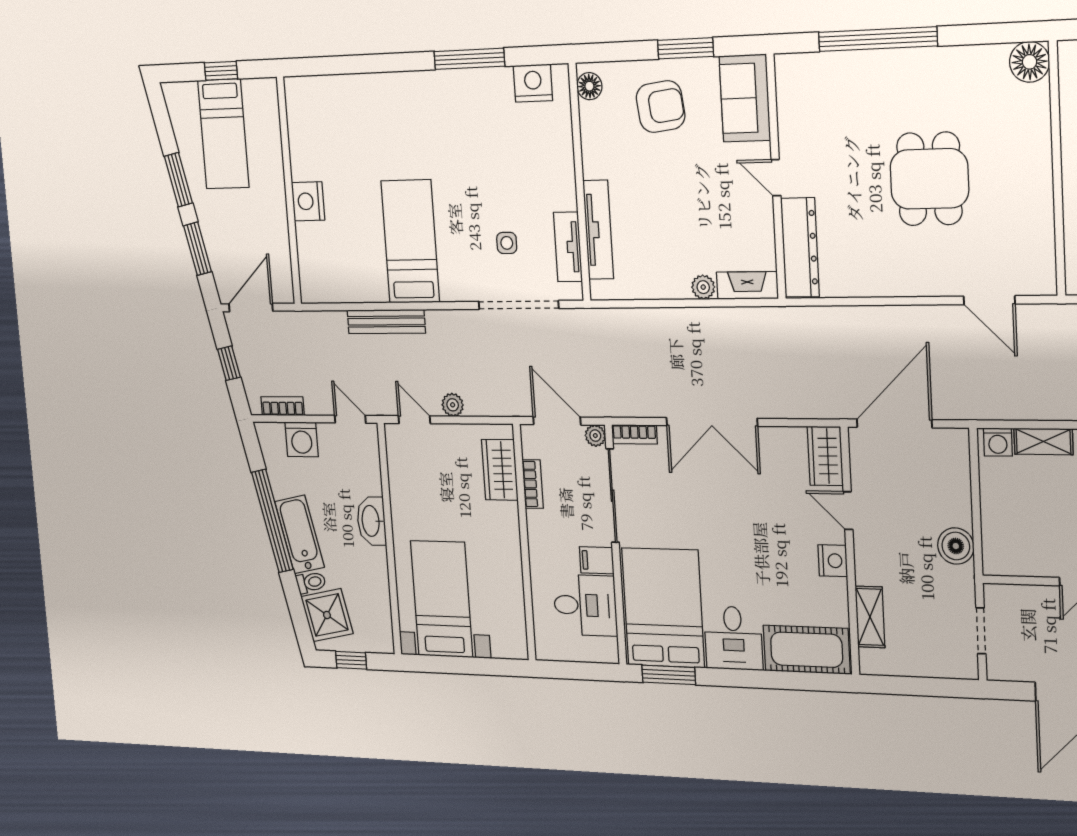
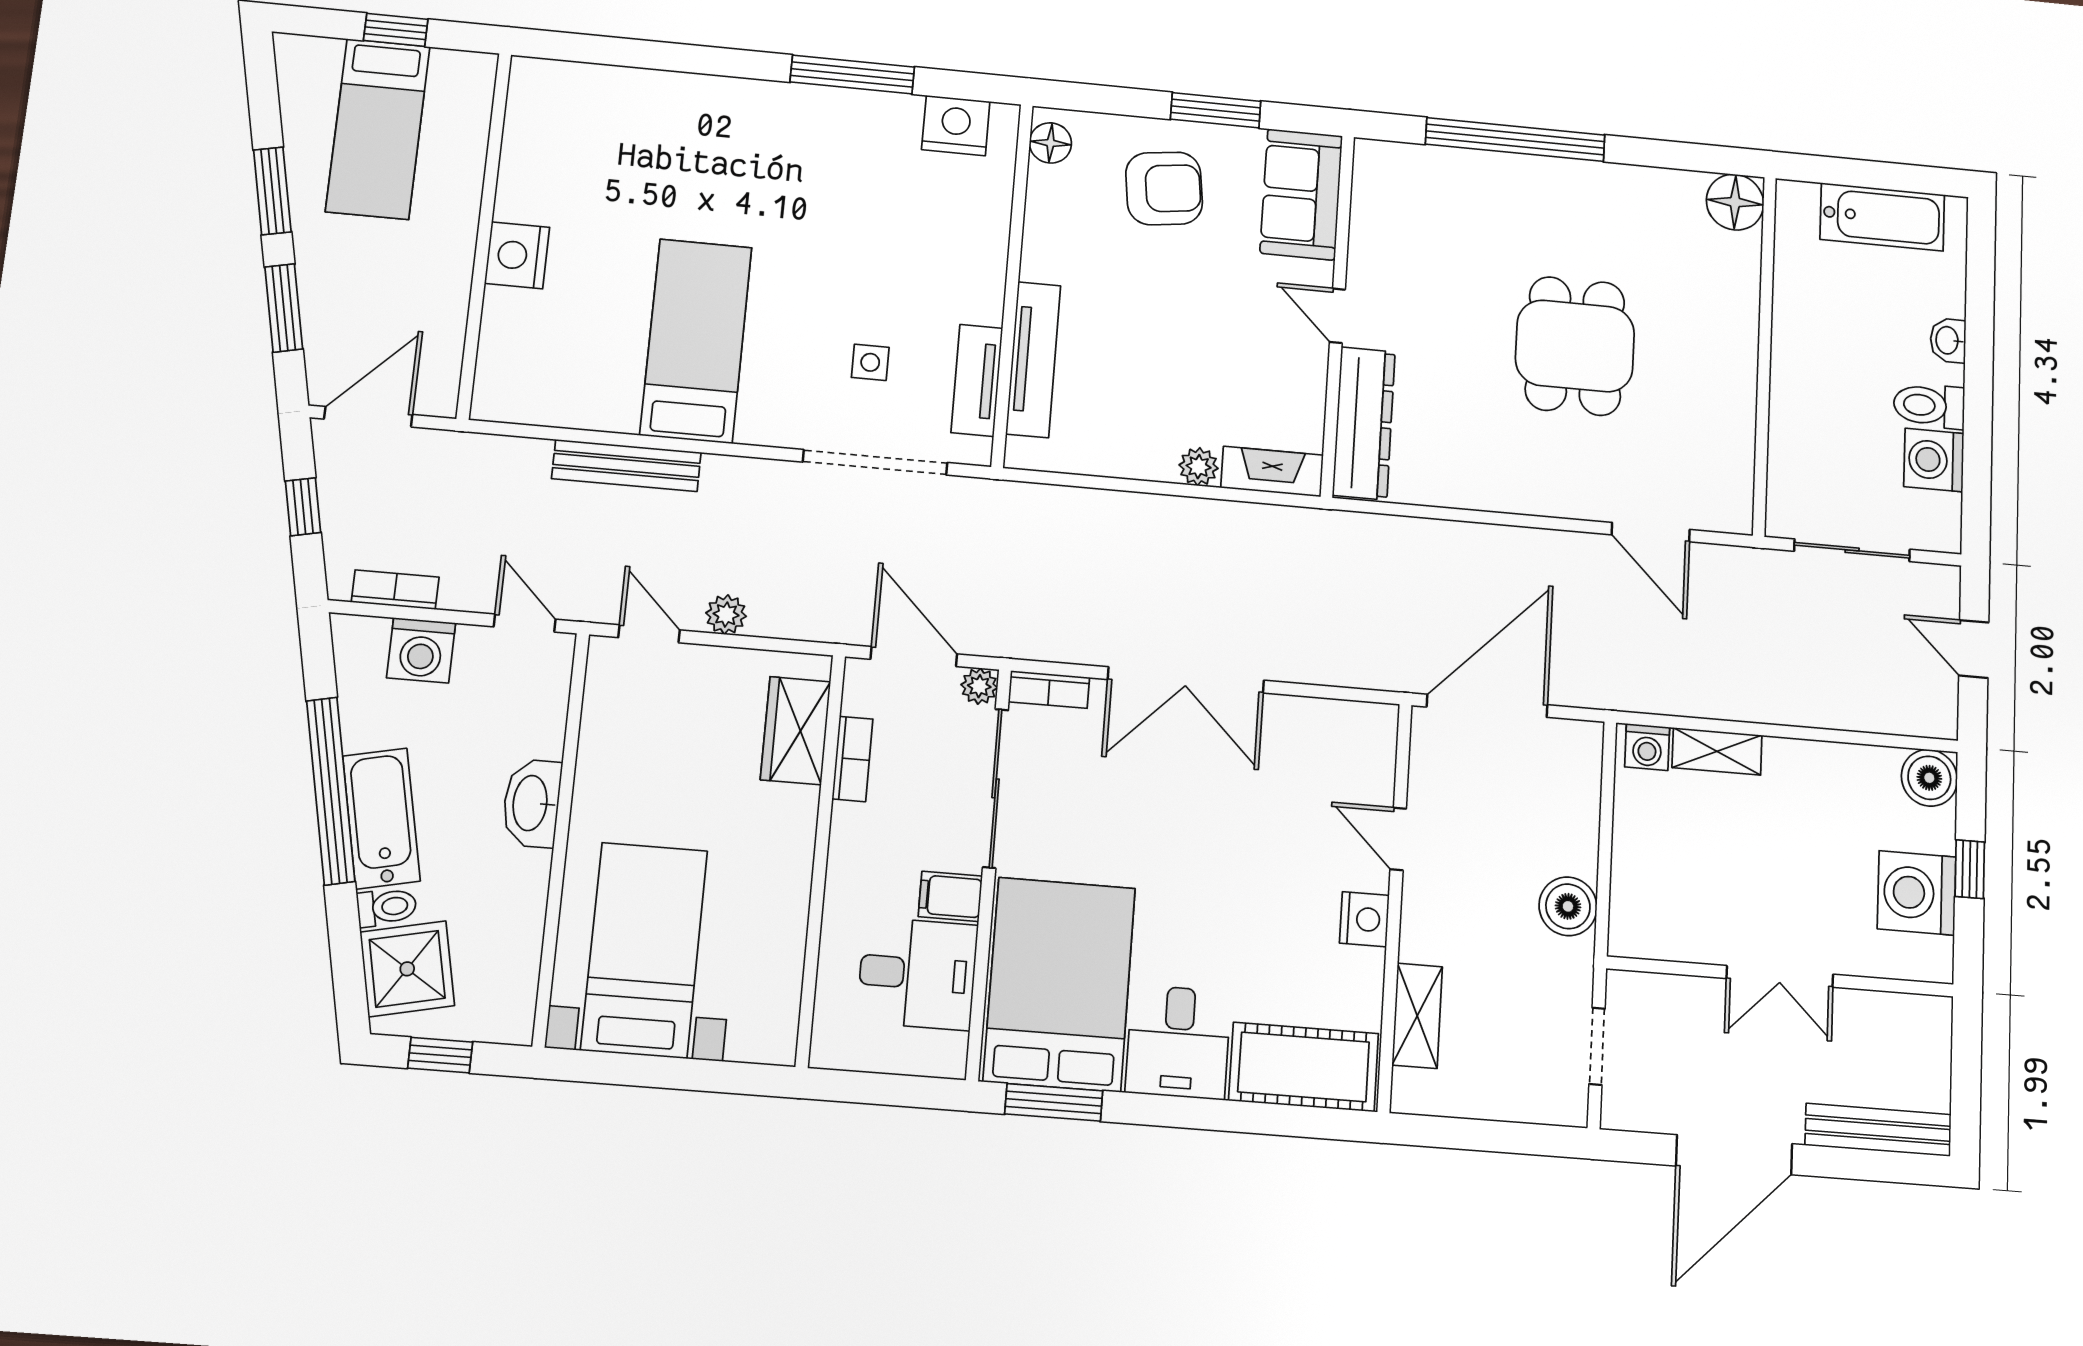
wardrobe: (825, 456) -> (1370, 749), removed

